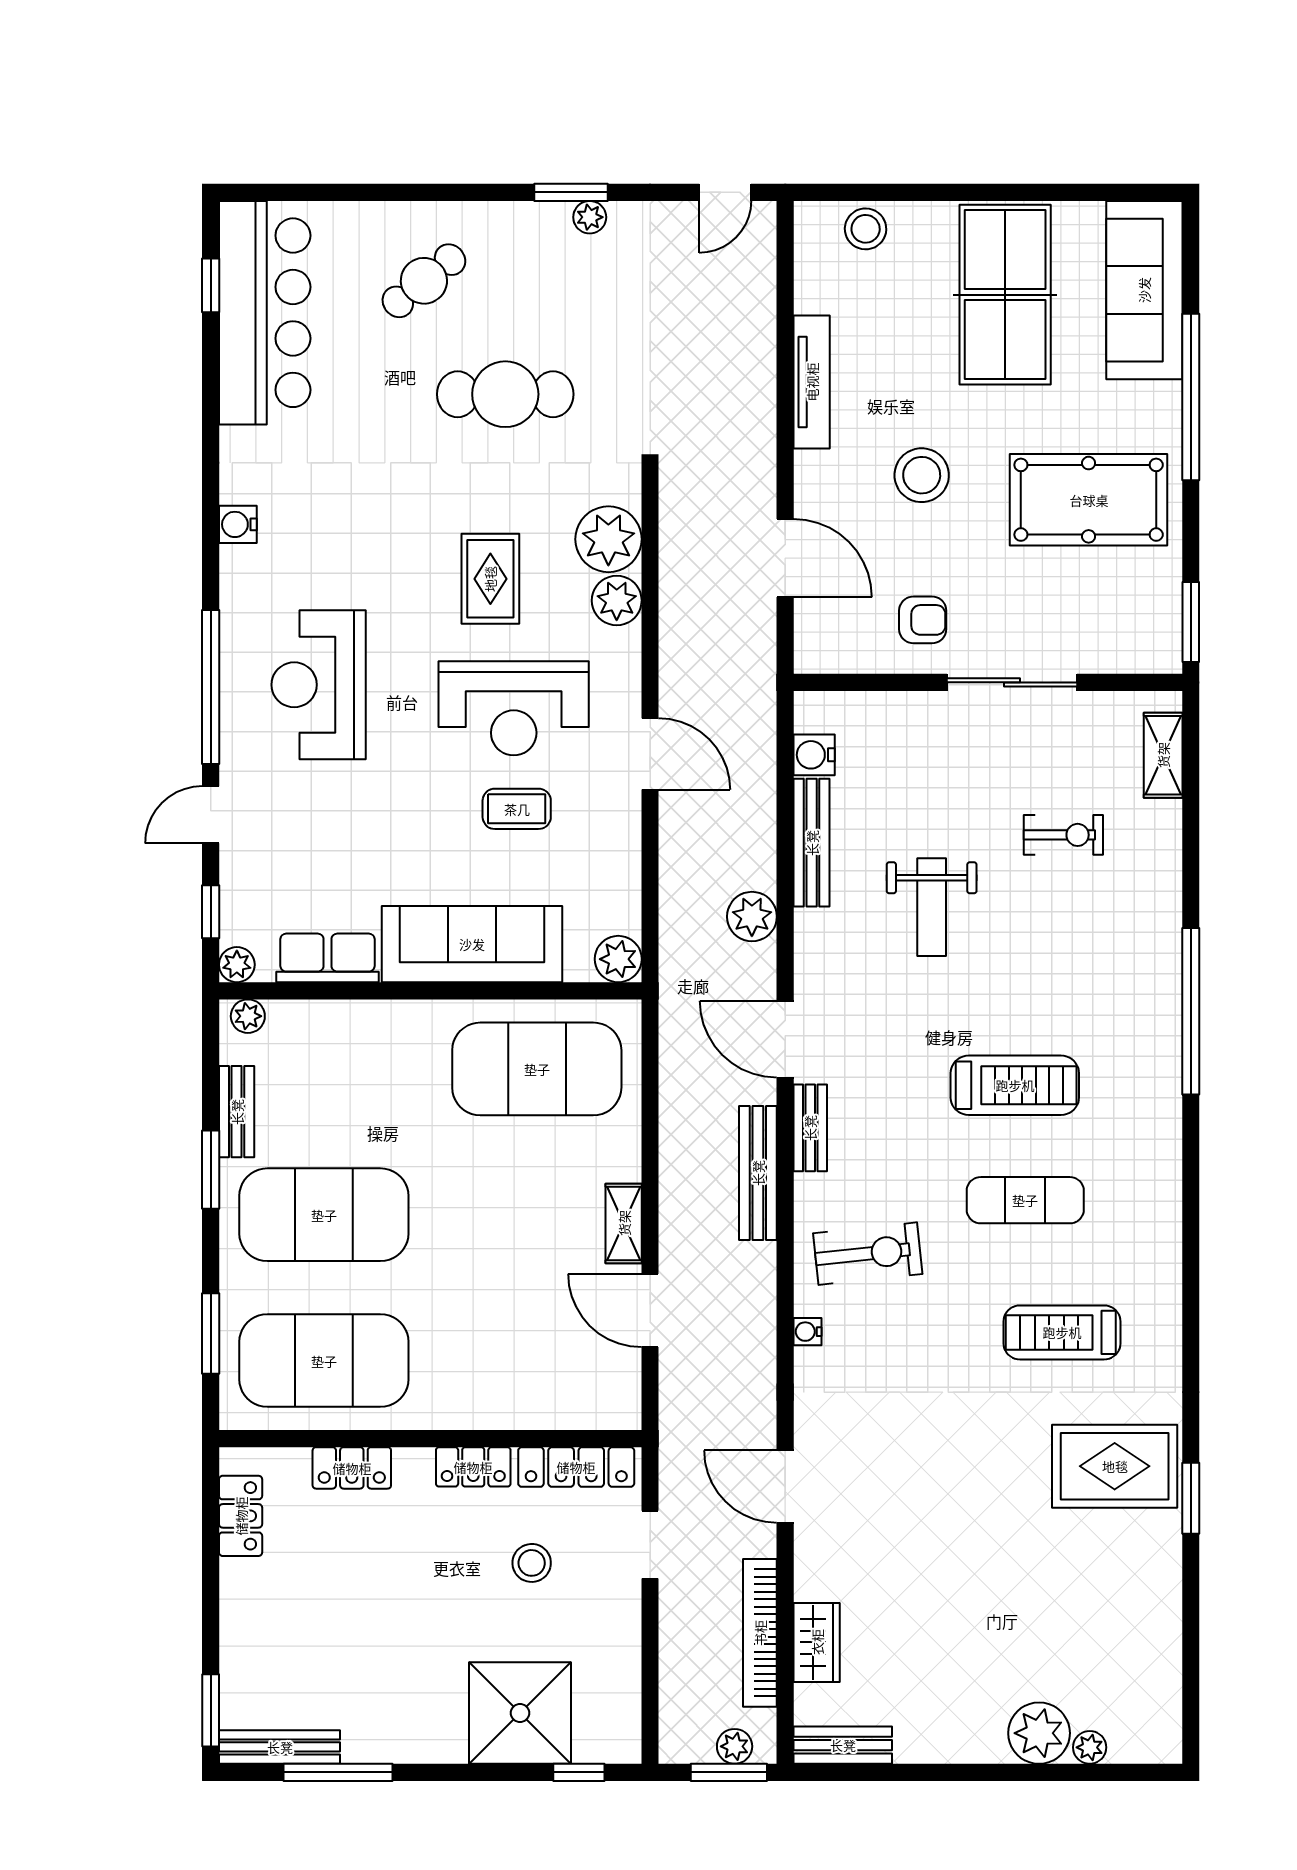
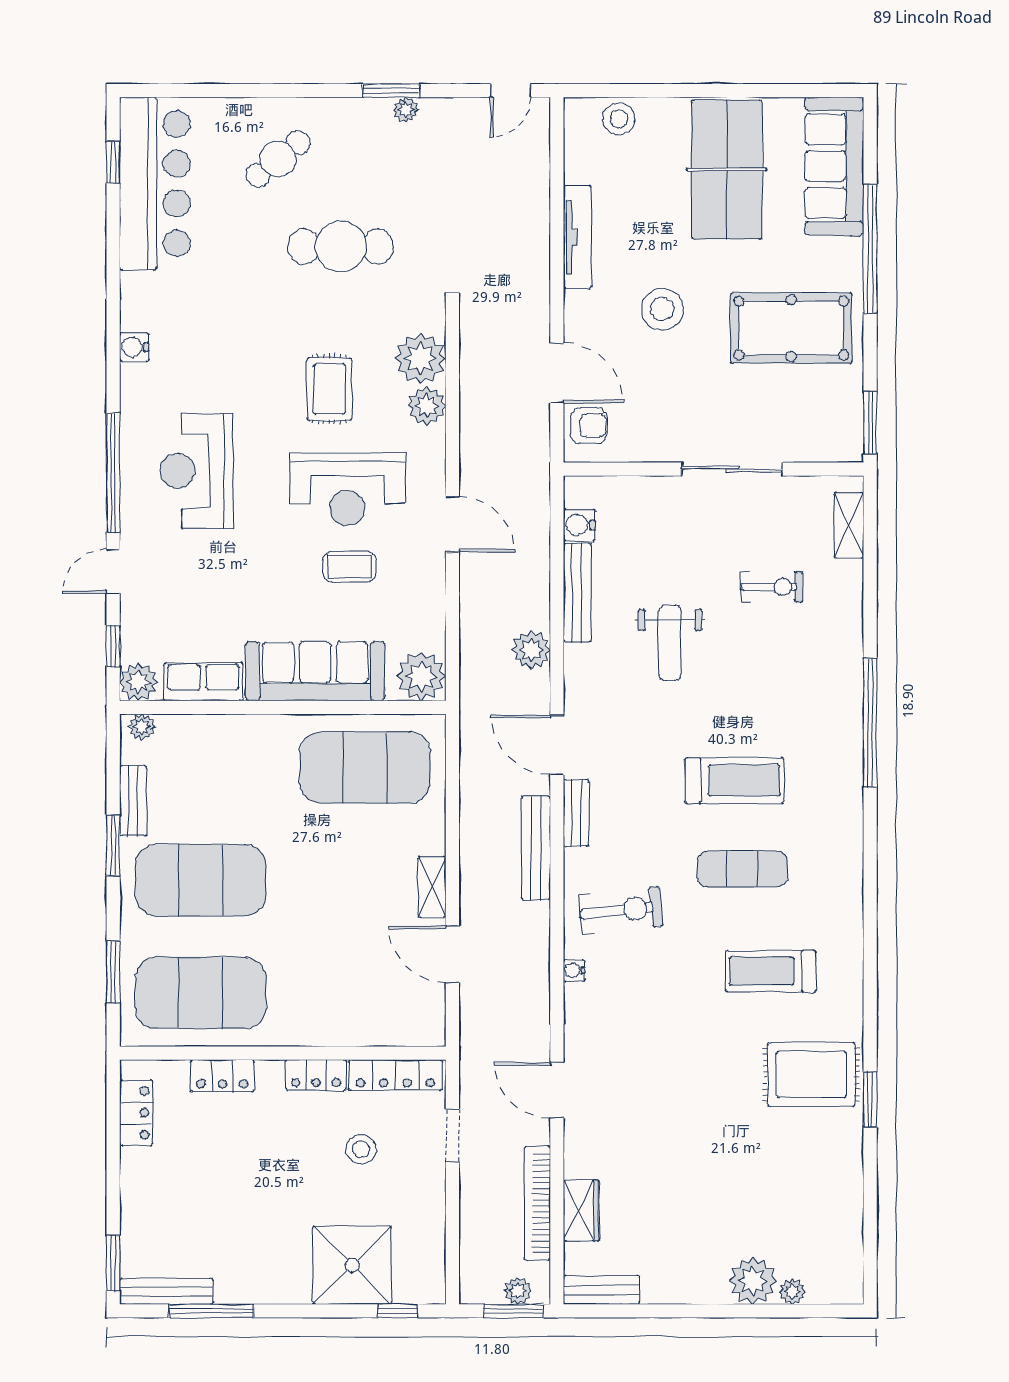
armchair: (923, 620) -> (589, 426), moved
plant: (618, 959) -> (421, 676), width x1.36, depth x1.36
plant: (237, 965) -> (138, 682), width x1.38, depth x1.38

